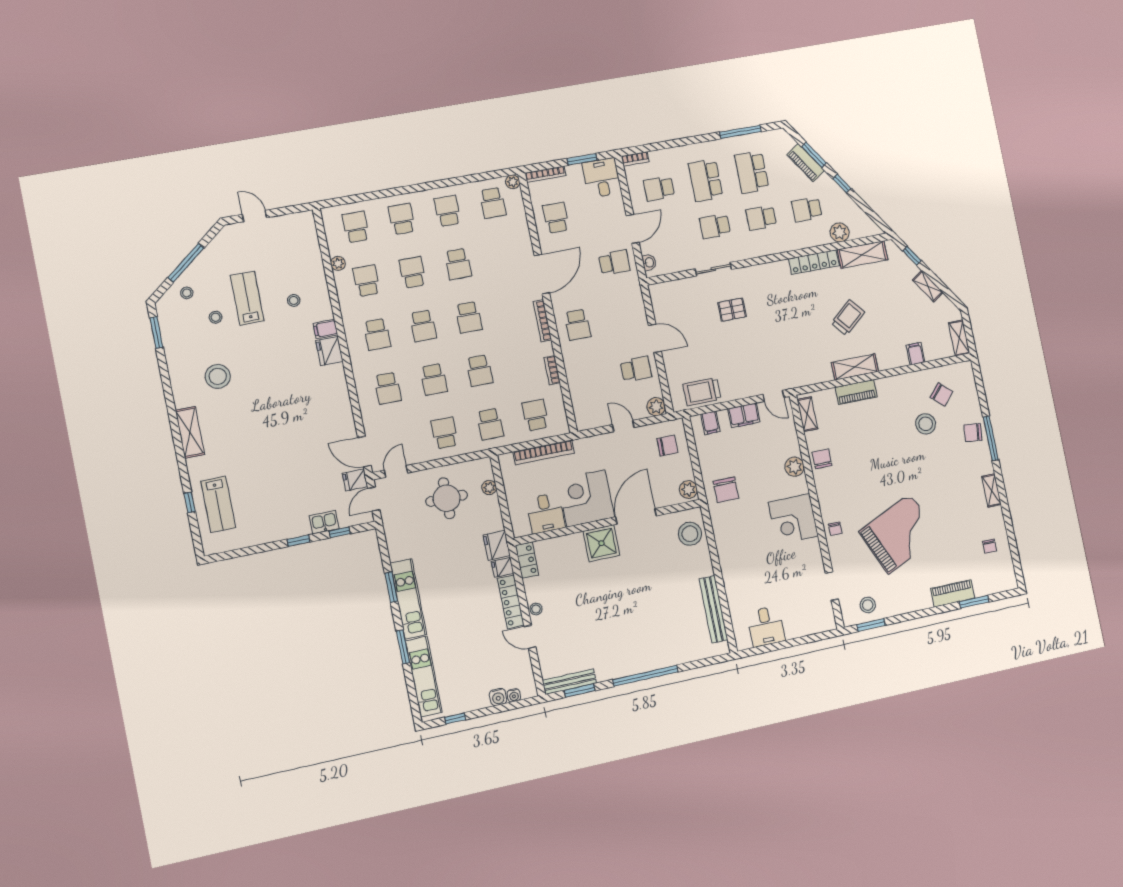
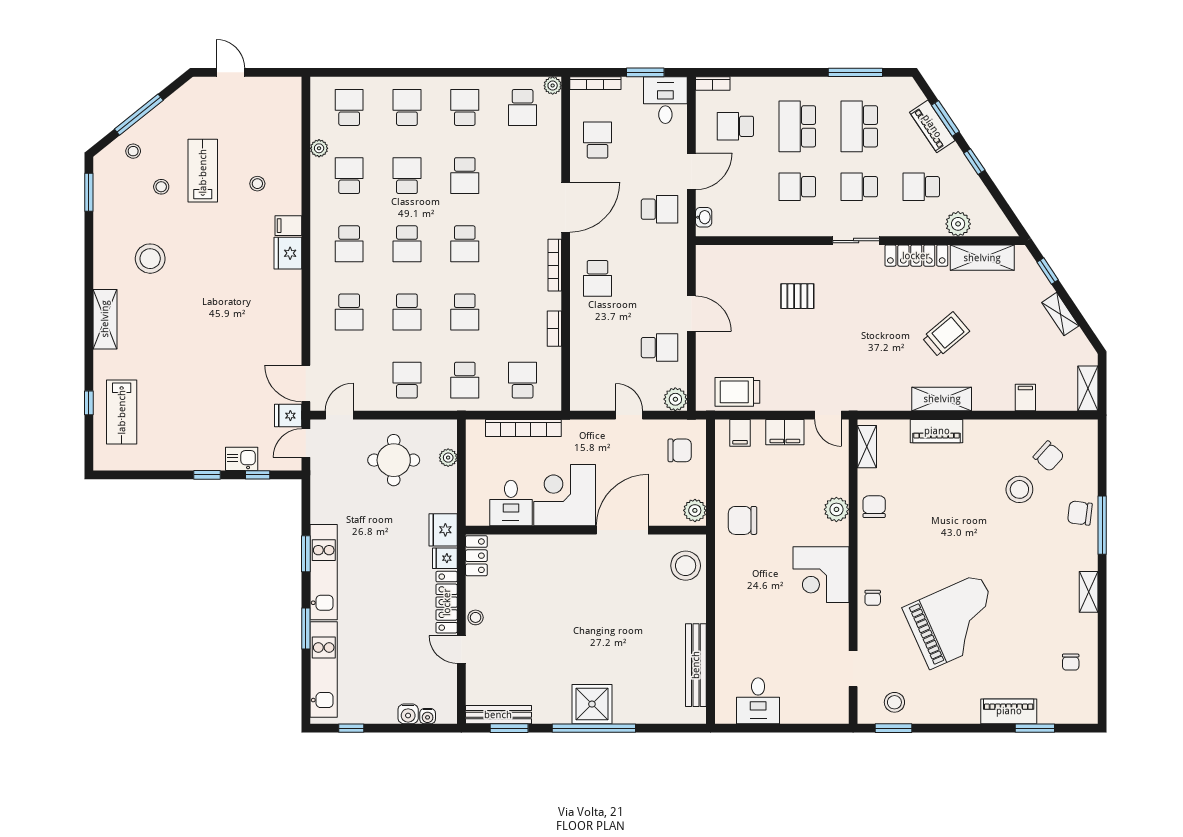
sliding door: (713, 269) -> (856, 241), moved
chair: (726, 490) -> (743, 520), turned 90
shower: (601, 543) -> (592, 704), moved

